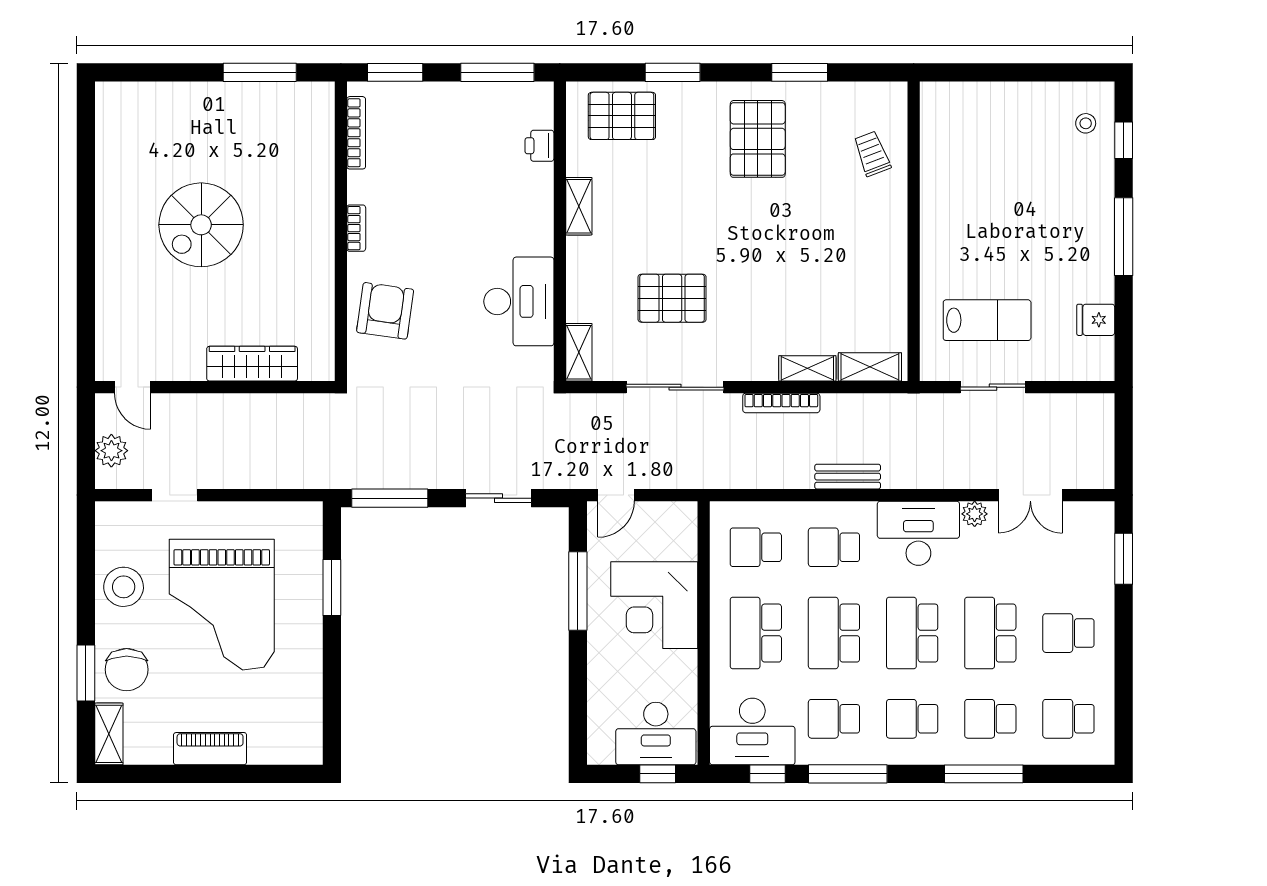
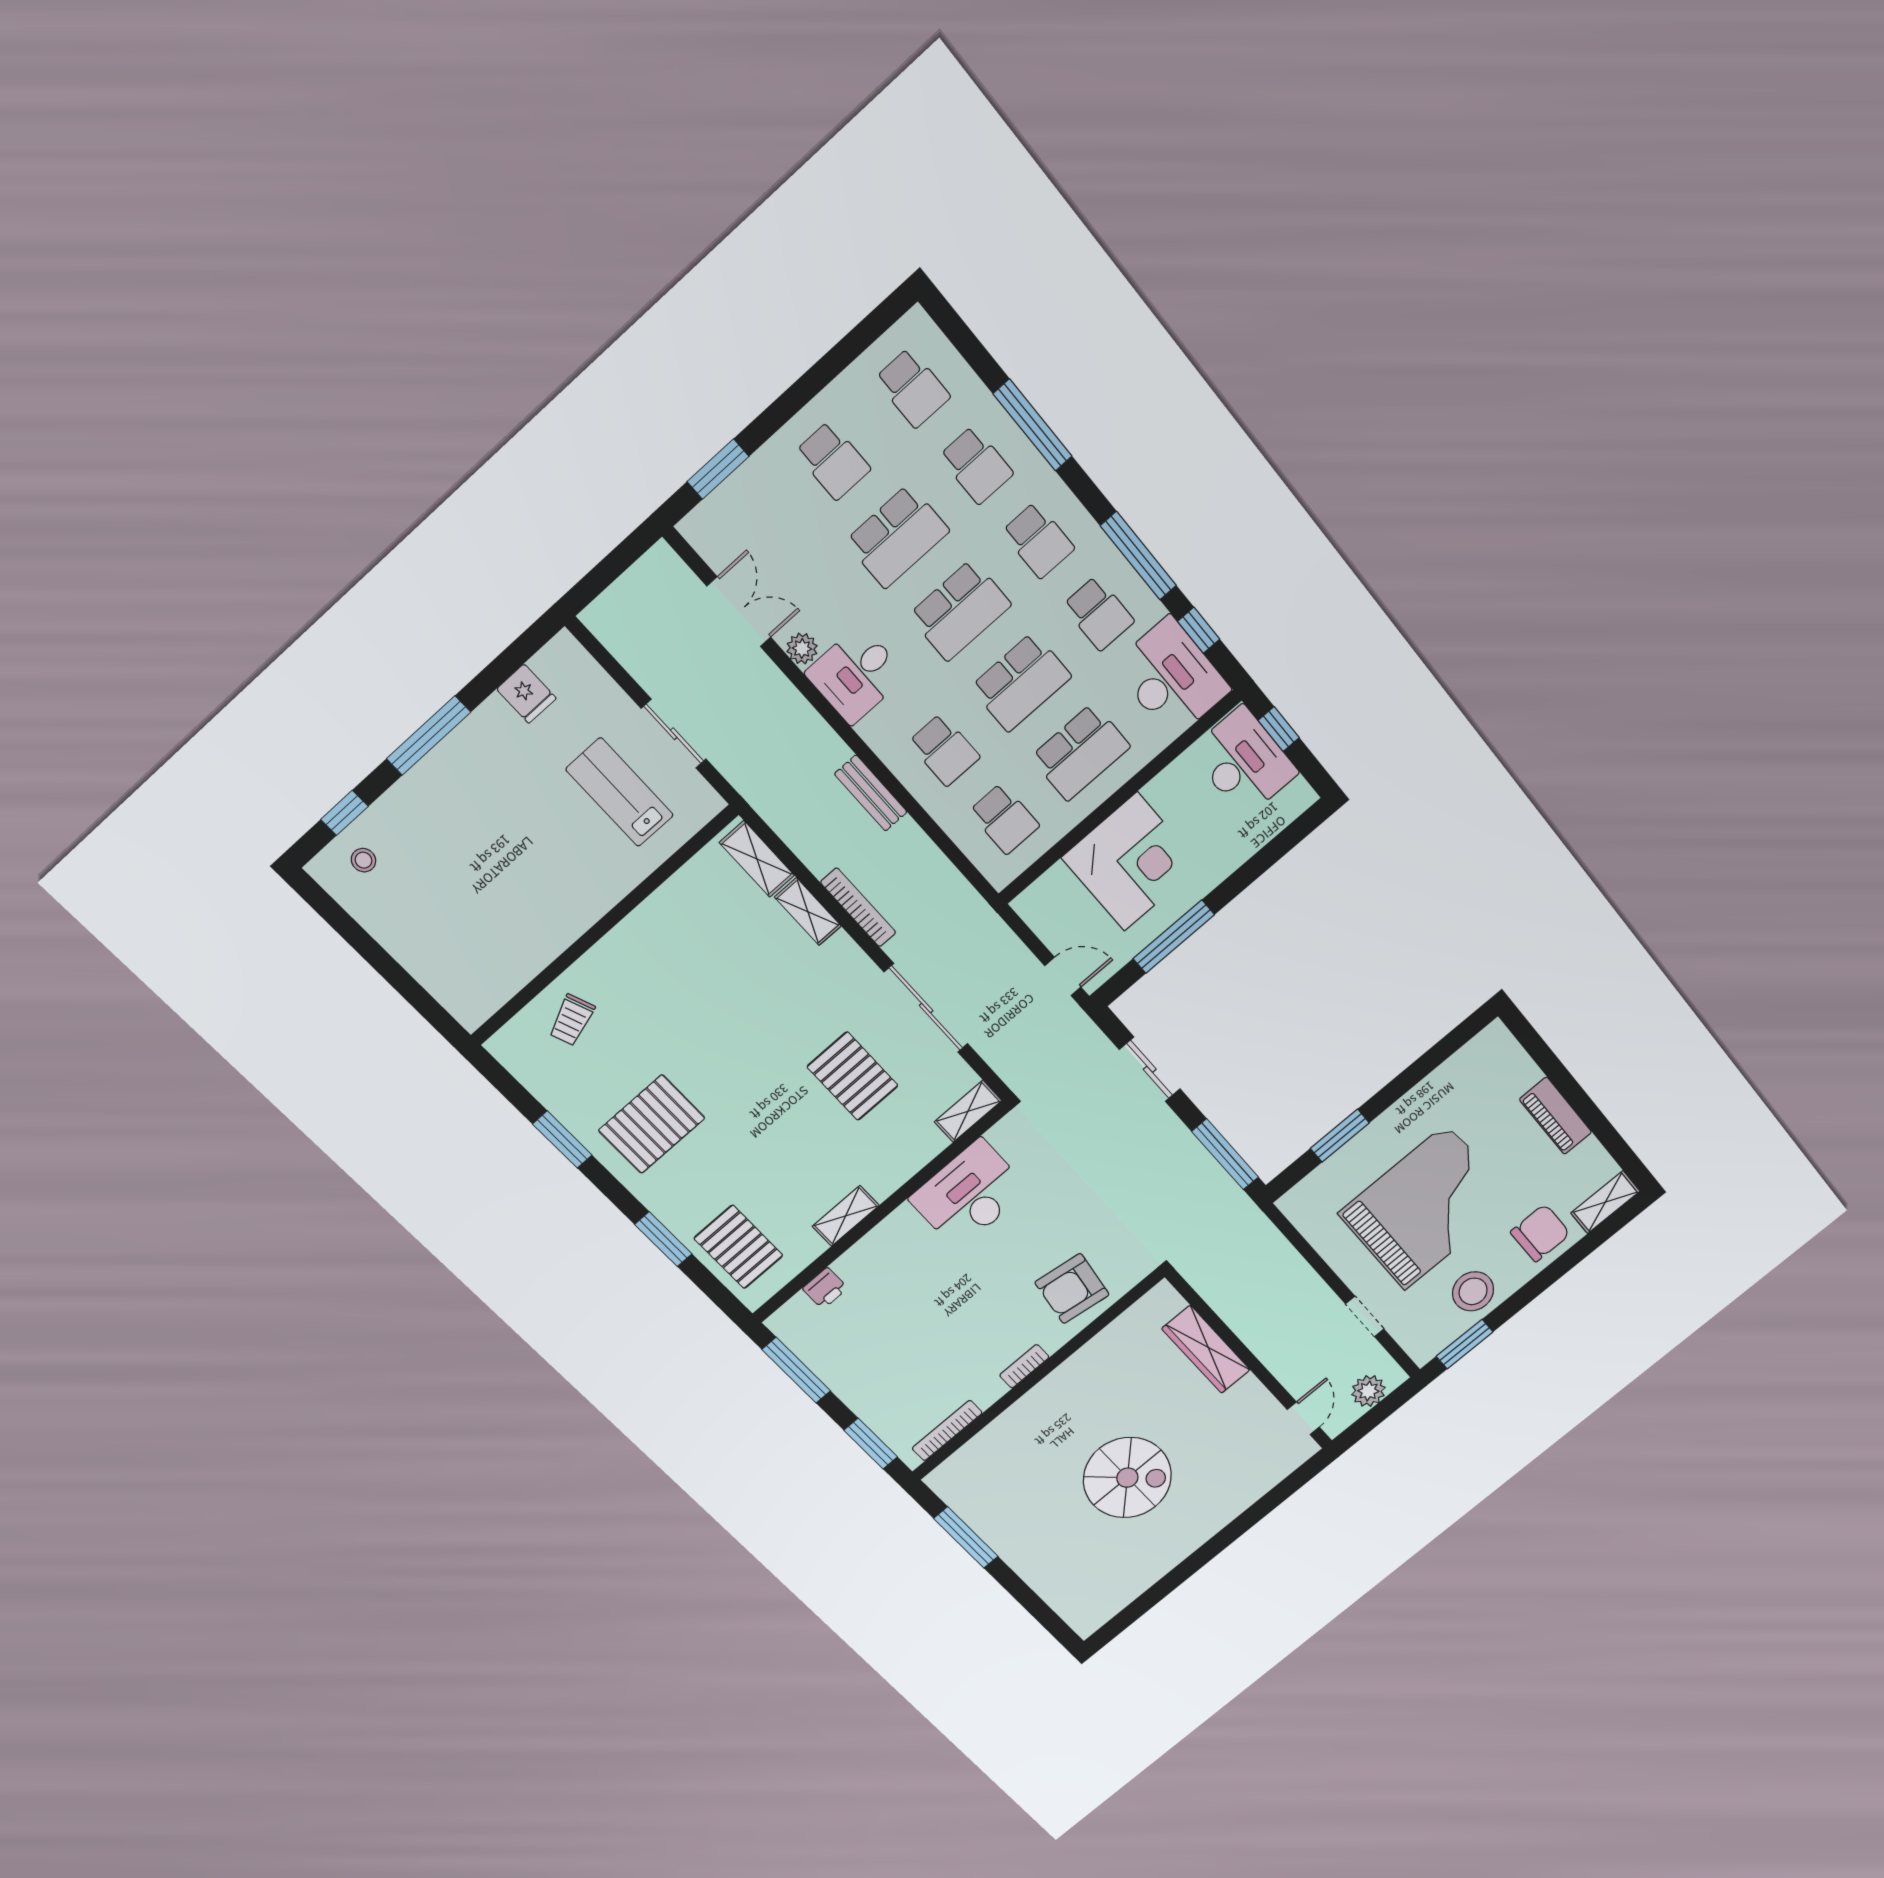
desk: (918, 533) -> (856, 674), width x0.73
window: (86, 673) -> (1465, 1344), moved

